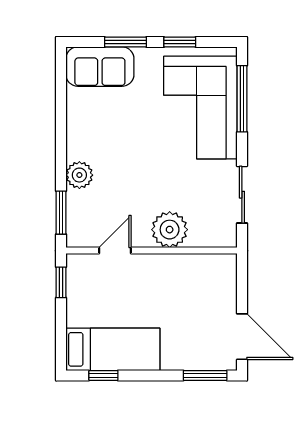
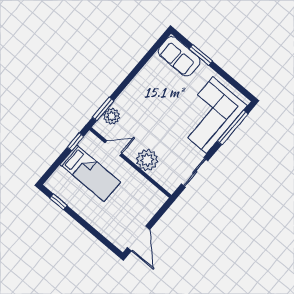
window: (180, 42) -> (226, 76), removed
plant: (79, 175) -> (112, 116), moved
bed: (113, 349) -> (90, 173), moved
window: (205, 375) -> (106, 242), removed

